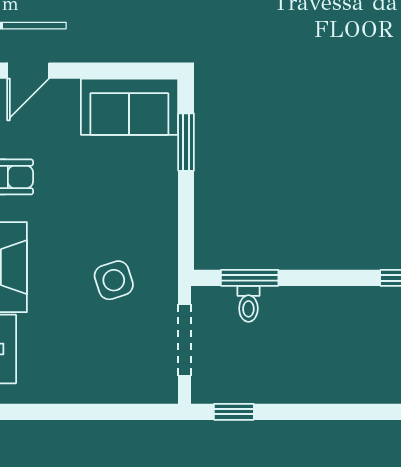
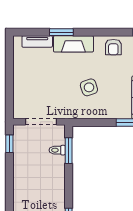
side table: (114, 280) -> (89, 87), moved

